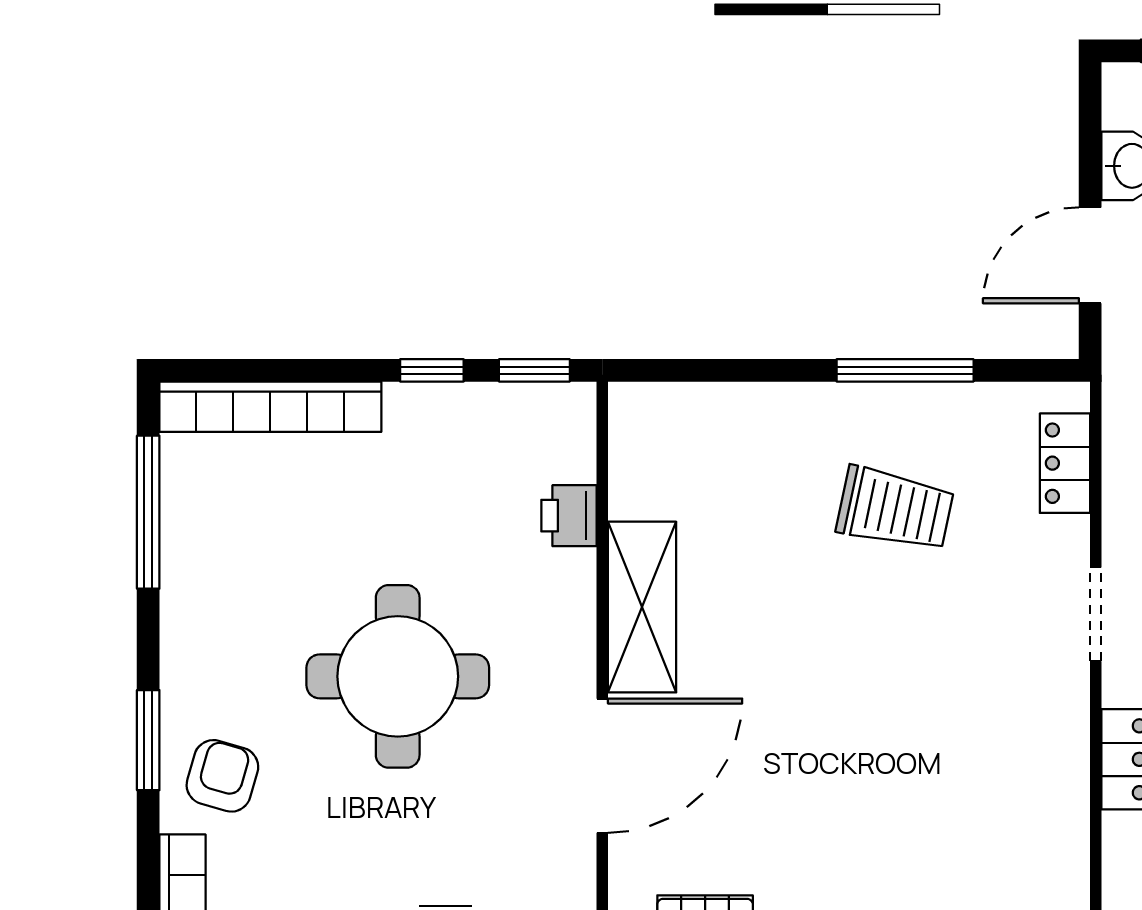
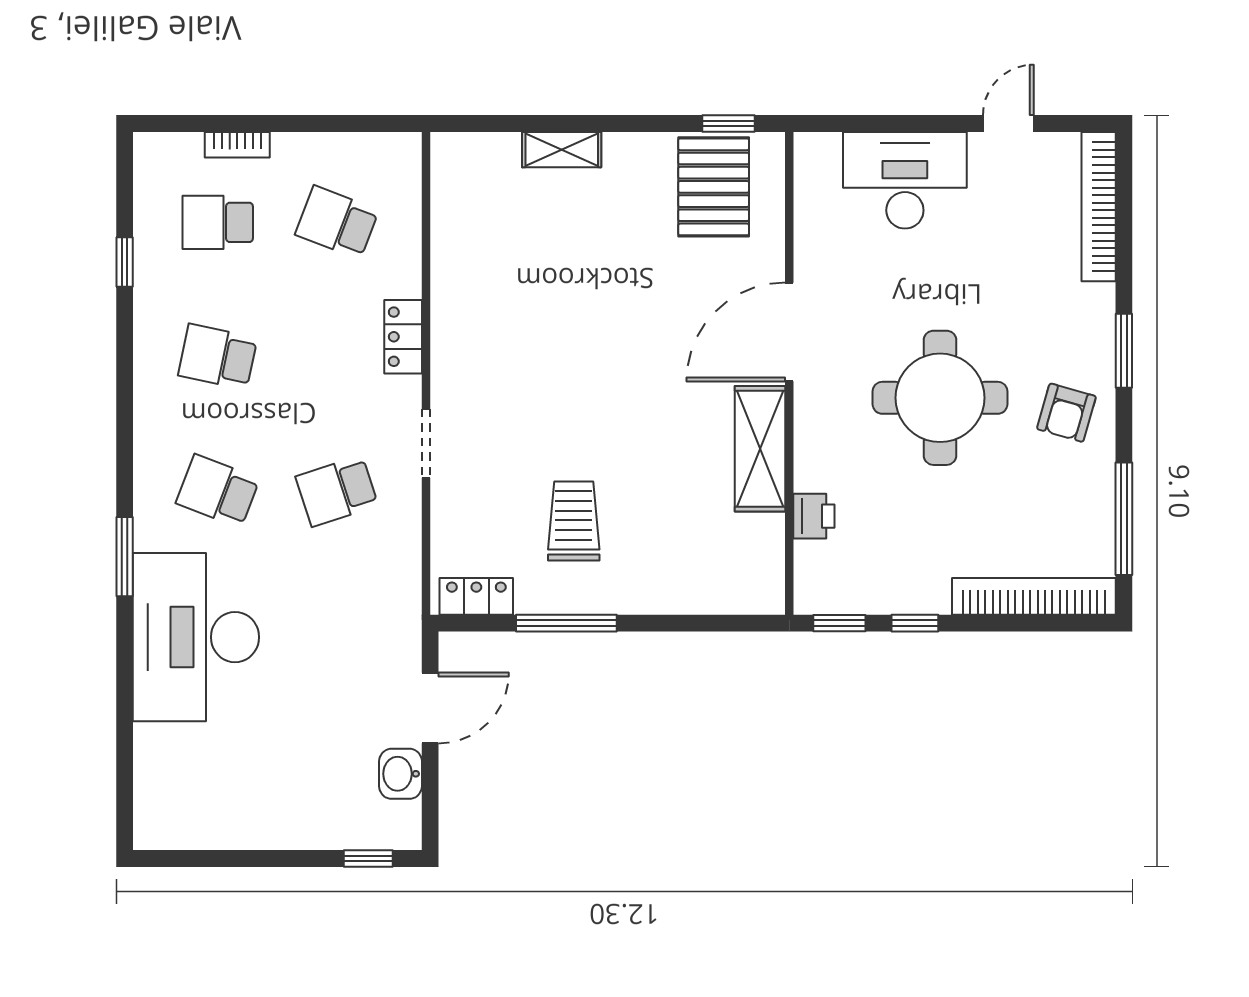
locker: (1065, 463) -> (476, 596), moved, turned -90
trolley: (895, 509) -> (574, 521), turned 78
armchair: (222, 776) -> (1066, 413), moved

